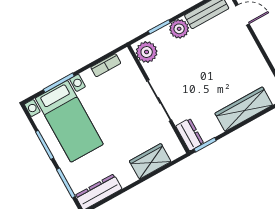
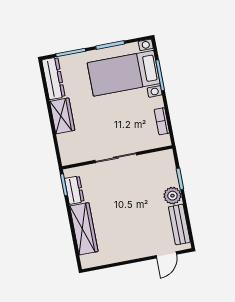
plant: (147, 52) -> (162, 161), removed
dresser: (190, 135) -> (74, 190), moved, turned -90
wardrobe: (150, 161) -> (62, 116), moved

